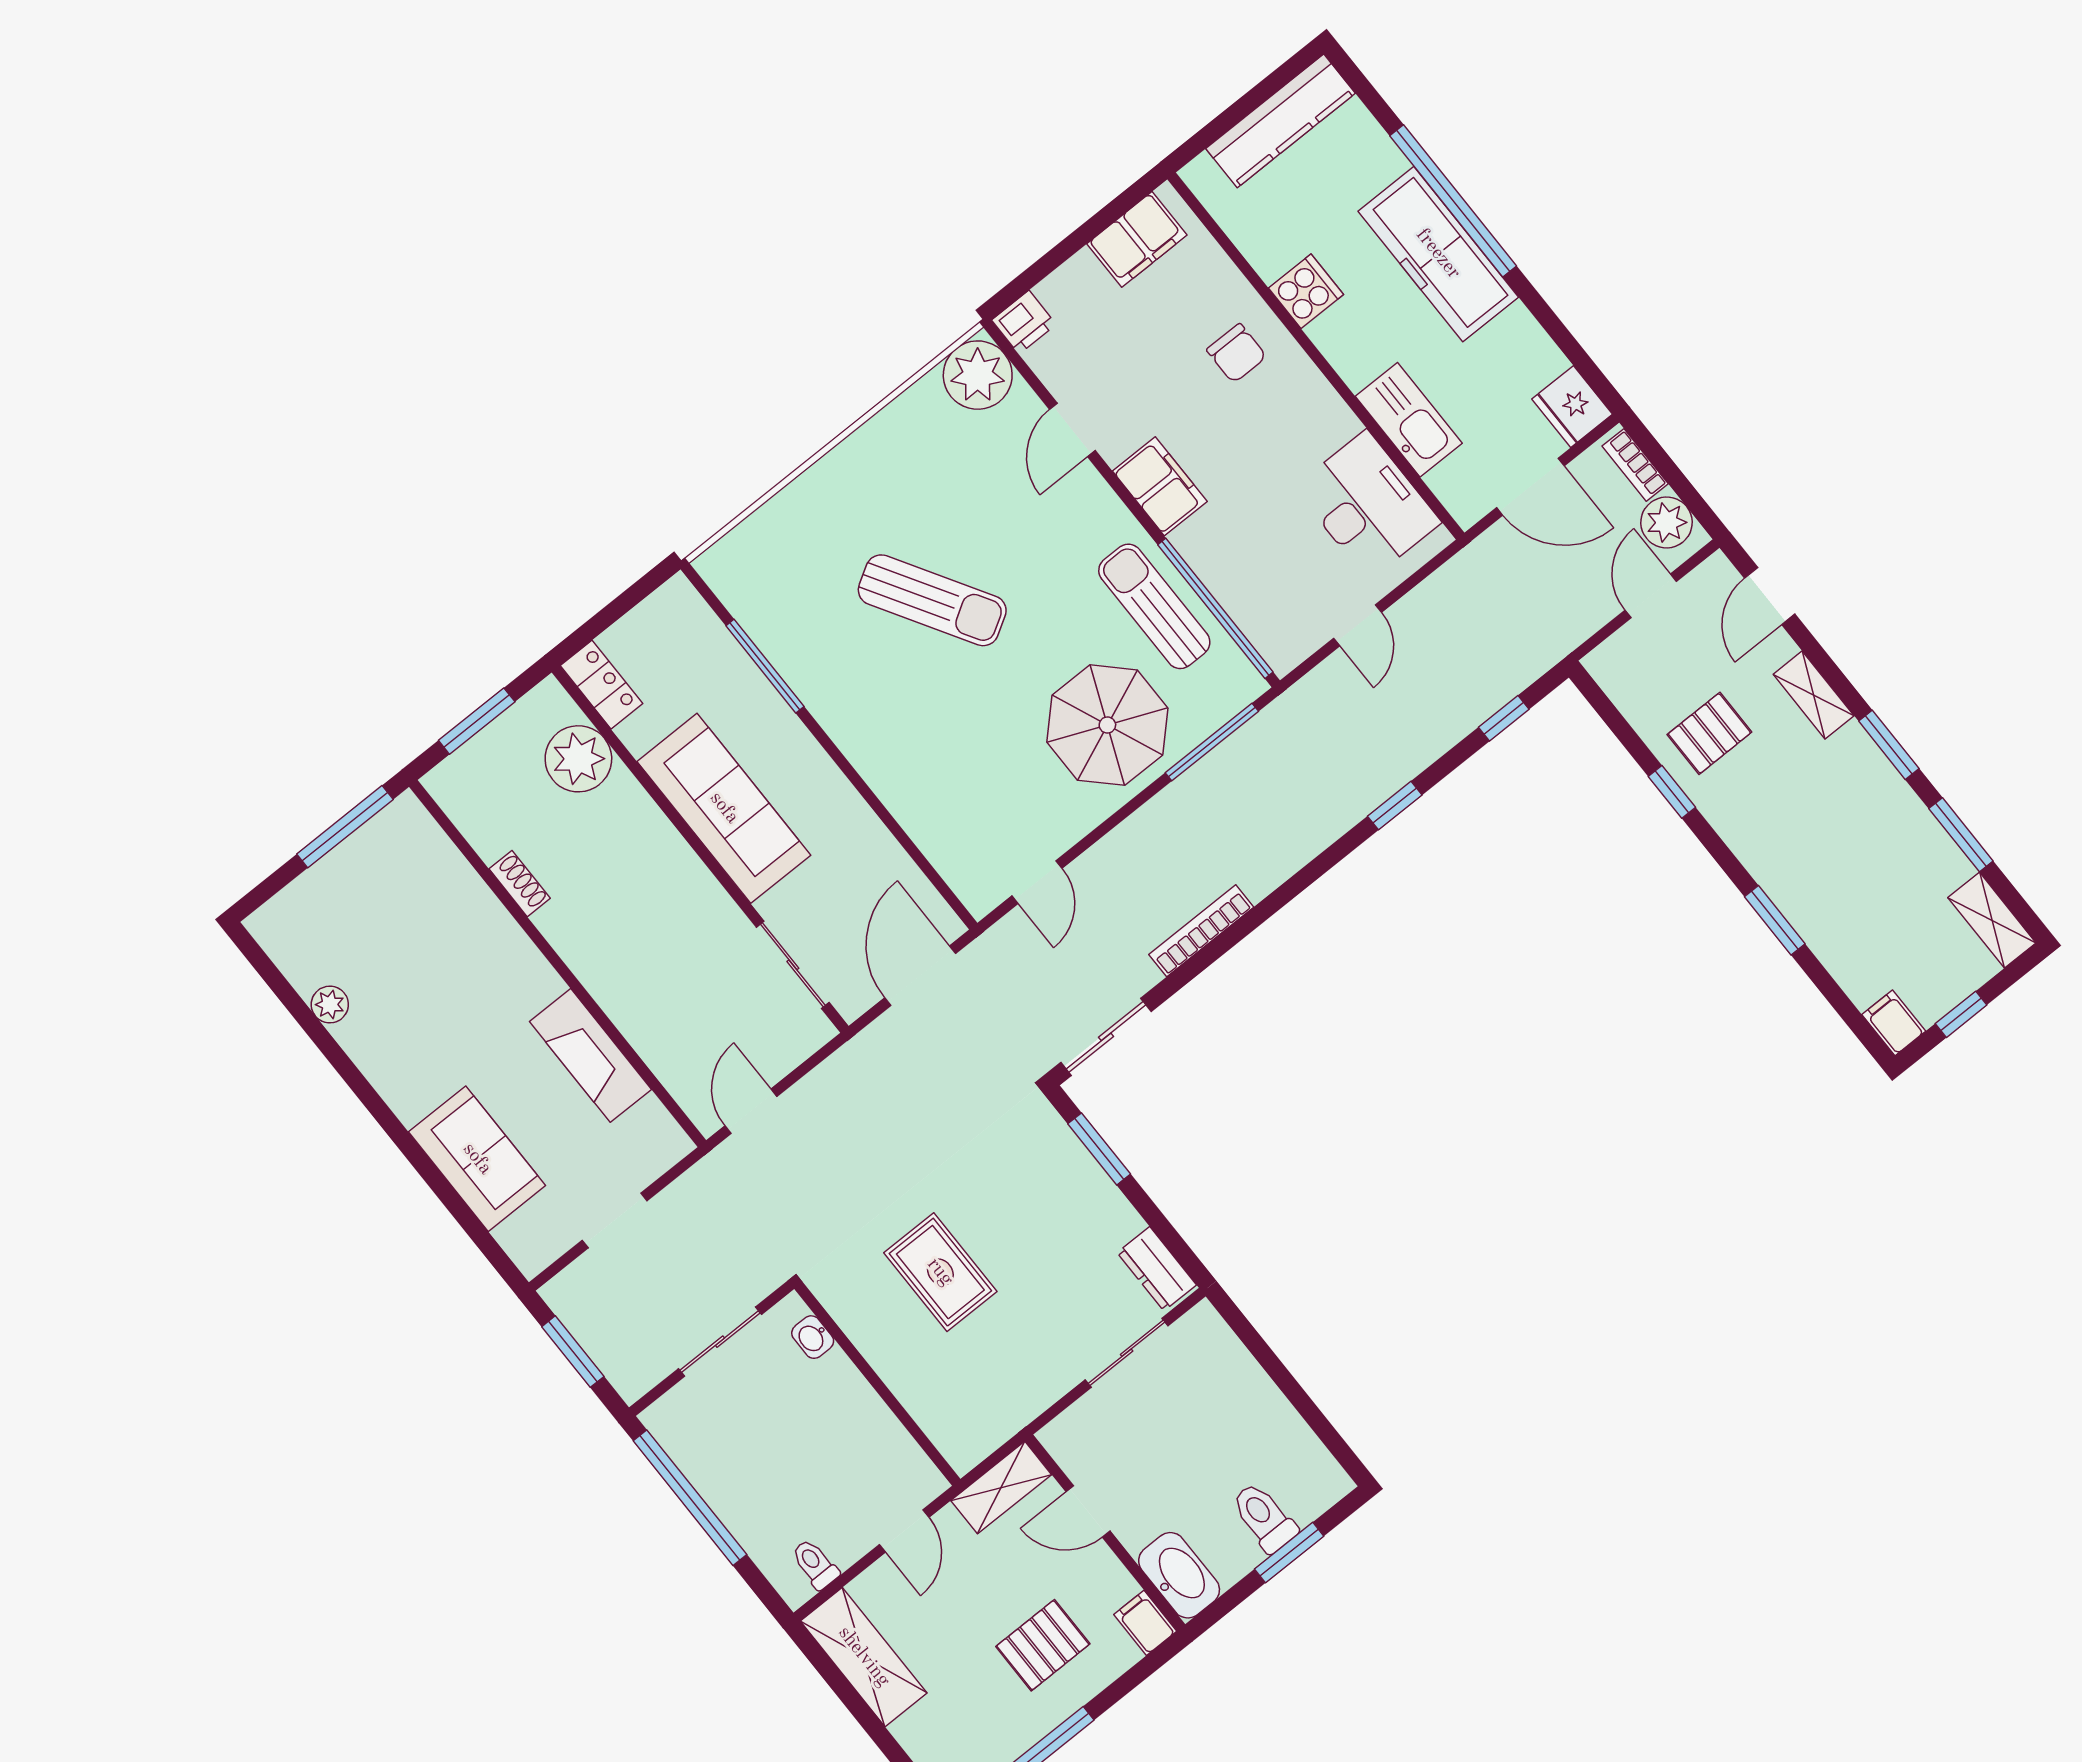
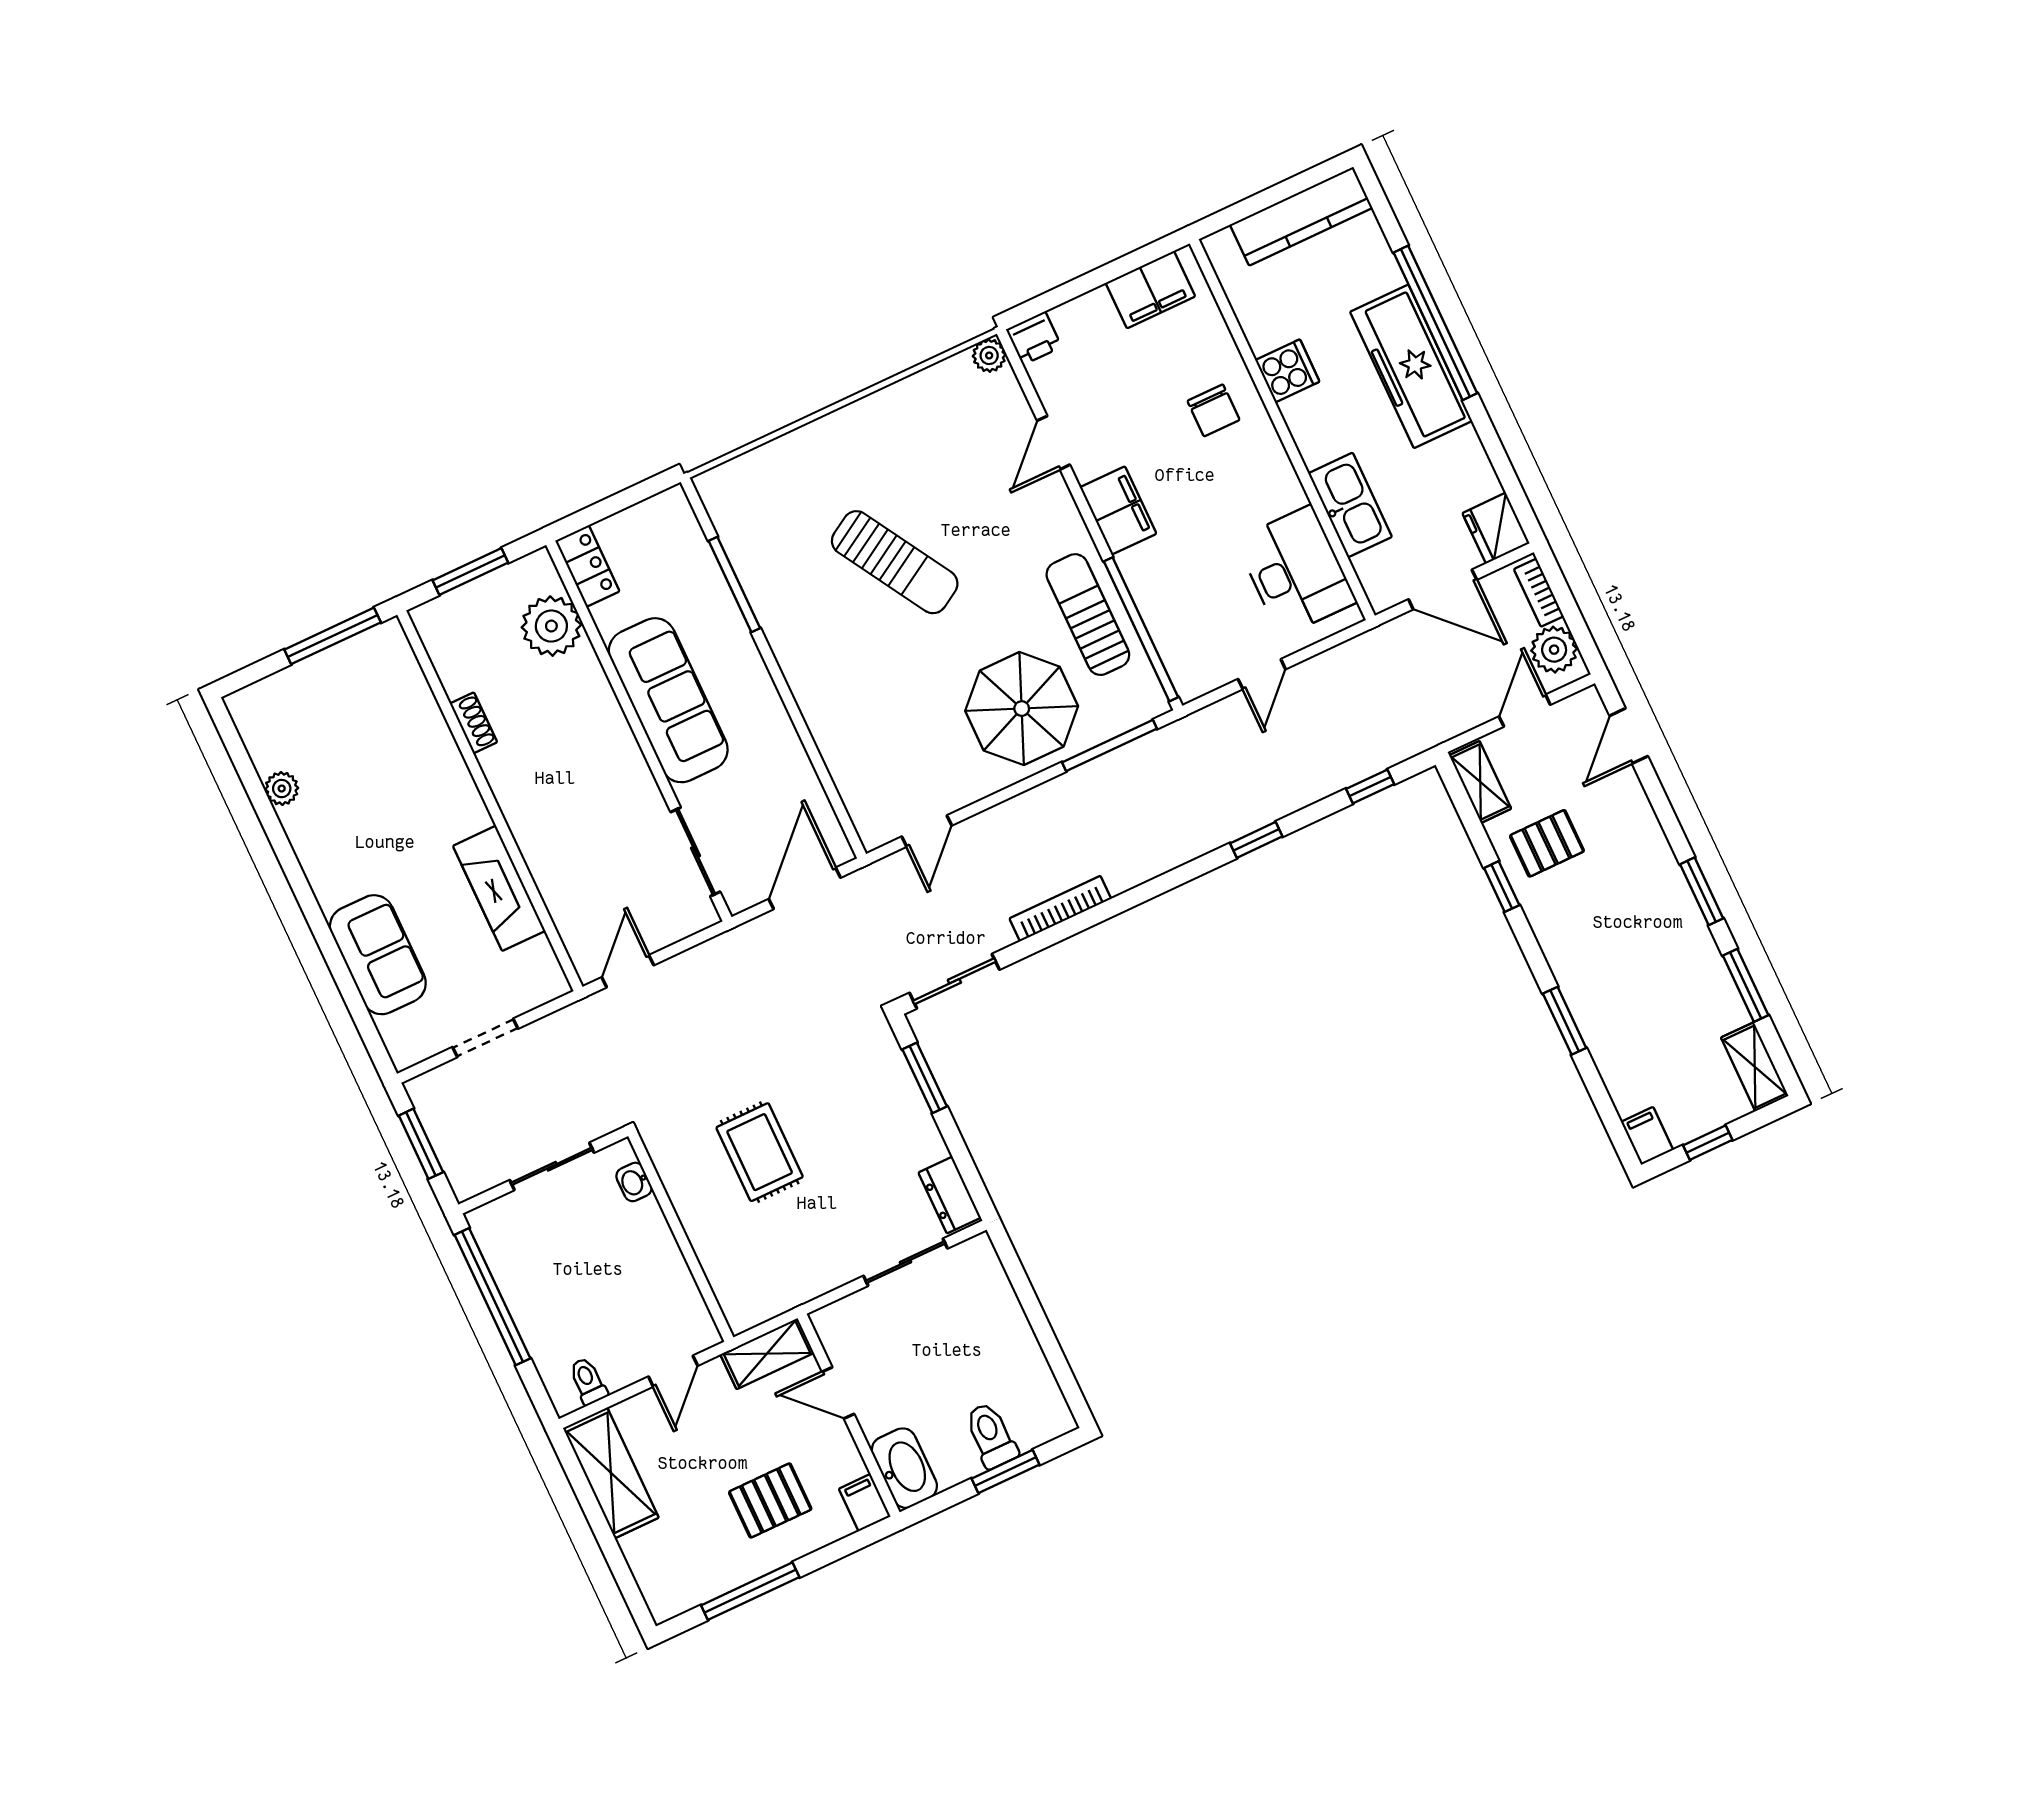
plant: (978, 375) -> (989, 355), width x0.53, depth x0.53
shelving: (1814, 695) -> (1480, 782), moved

